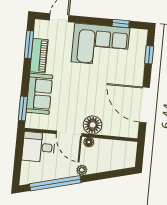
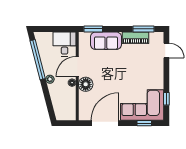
corner sofa: (100, 45) -> (142, 105), moved, turned 90

